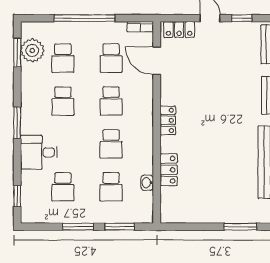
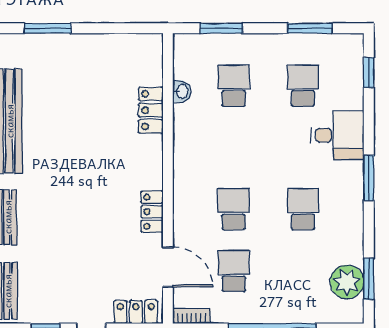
school desk: (63, 58) -> (303, 271), removed
locker: (168, 120) -> (152, 212), moved
school desk: (111, 144) -> (234, 147), removed
window: (78, 227) -> (310, 28), moved

